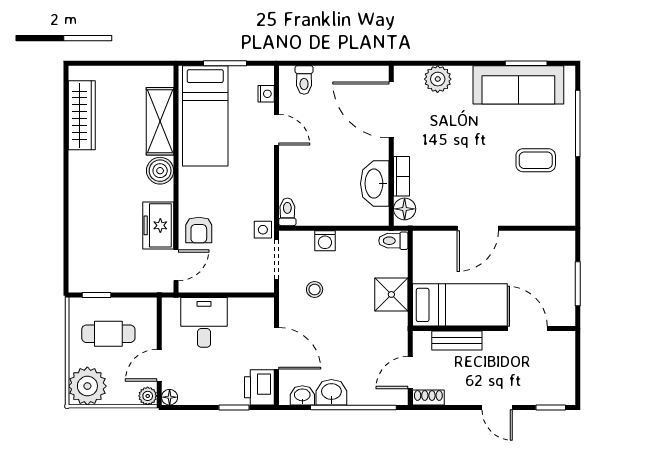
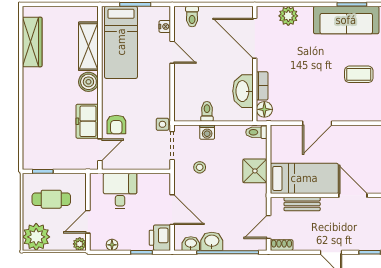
toilet: (287, 212) -> (207, 111), moved
floor lamp: (170, 397) -> (112, 245), moved

